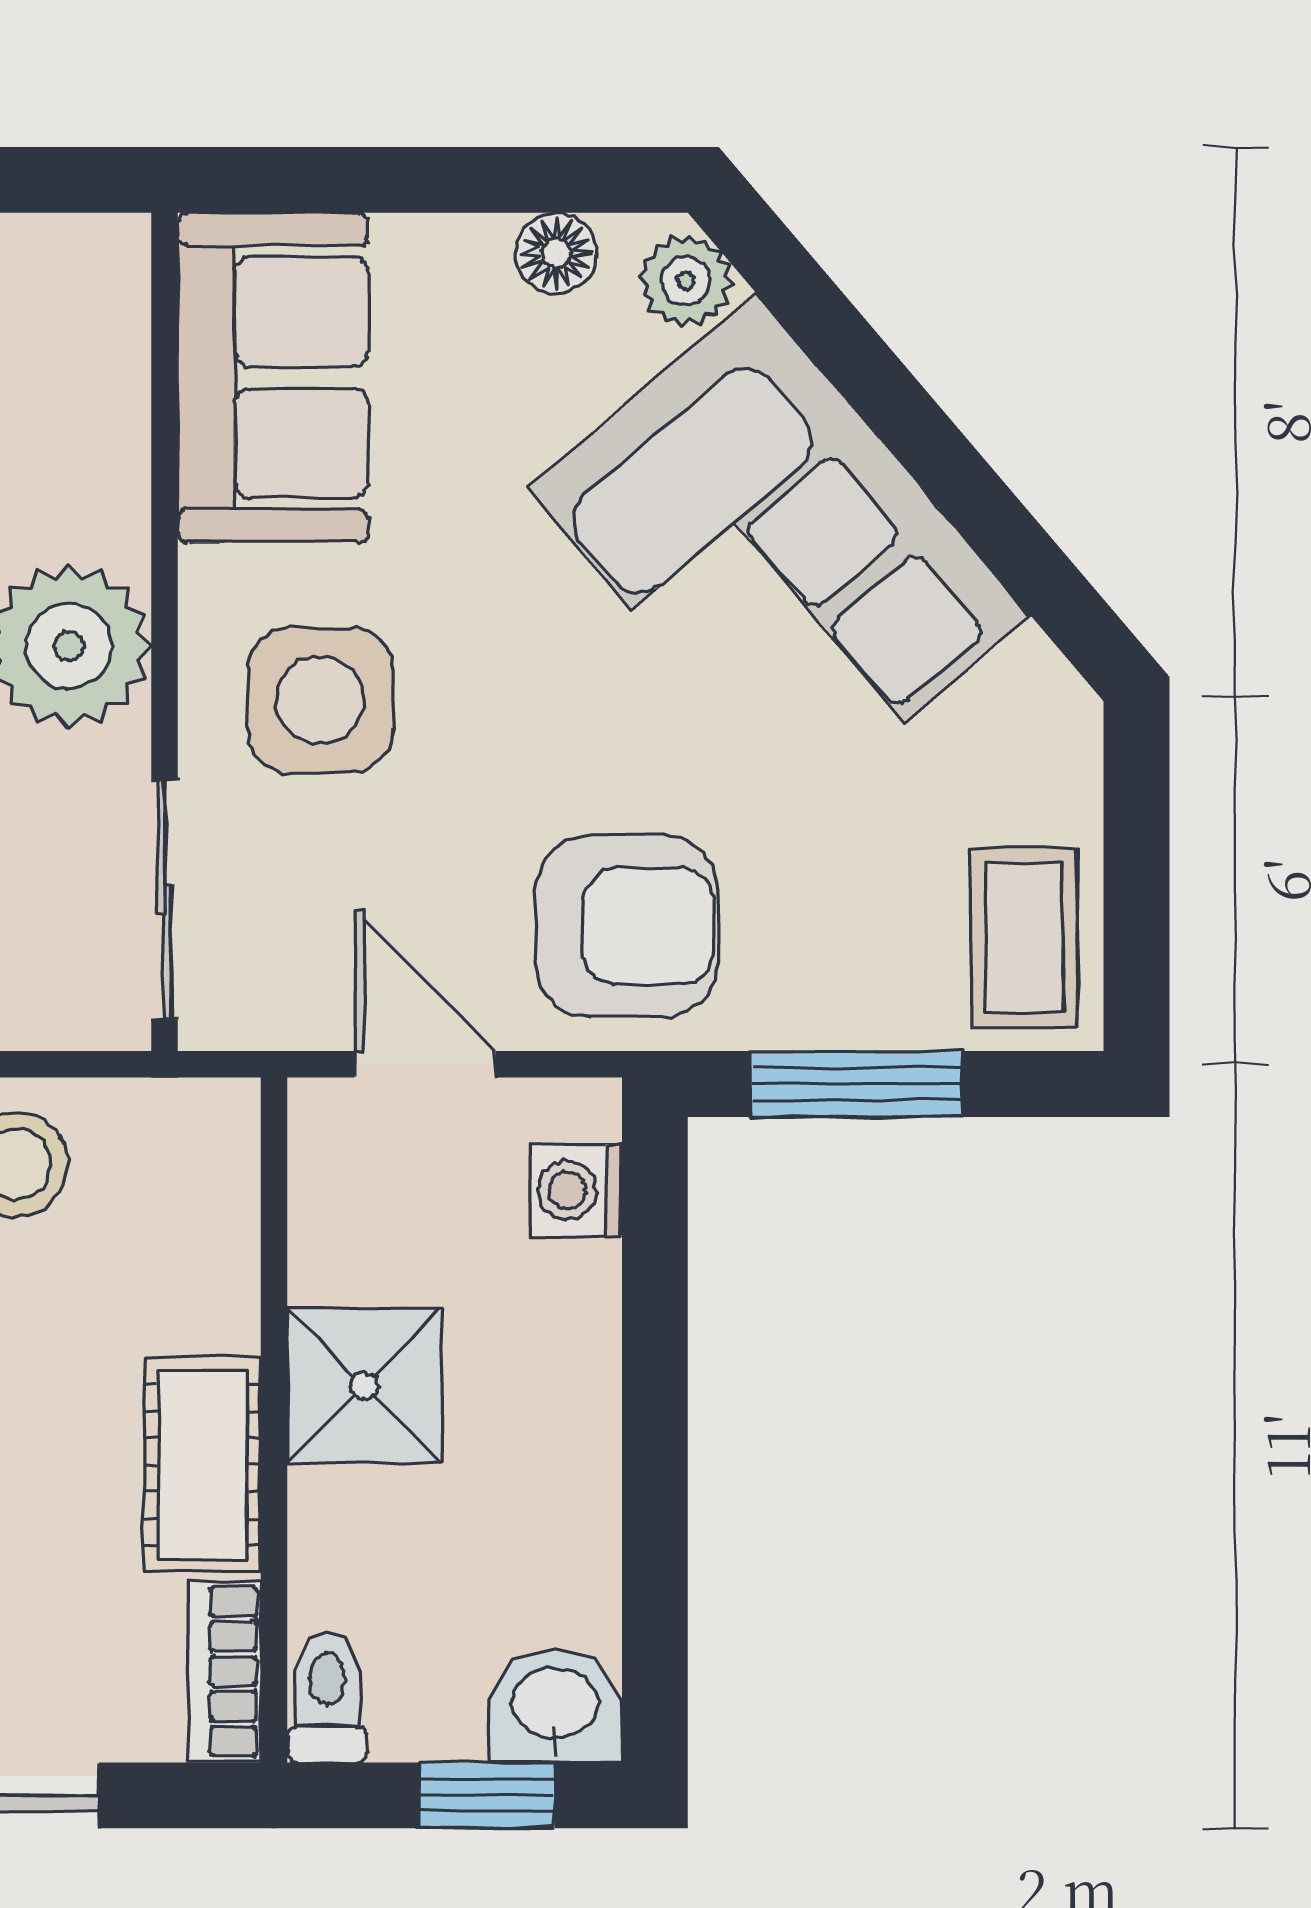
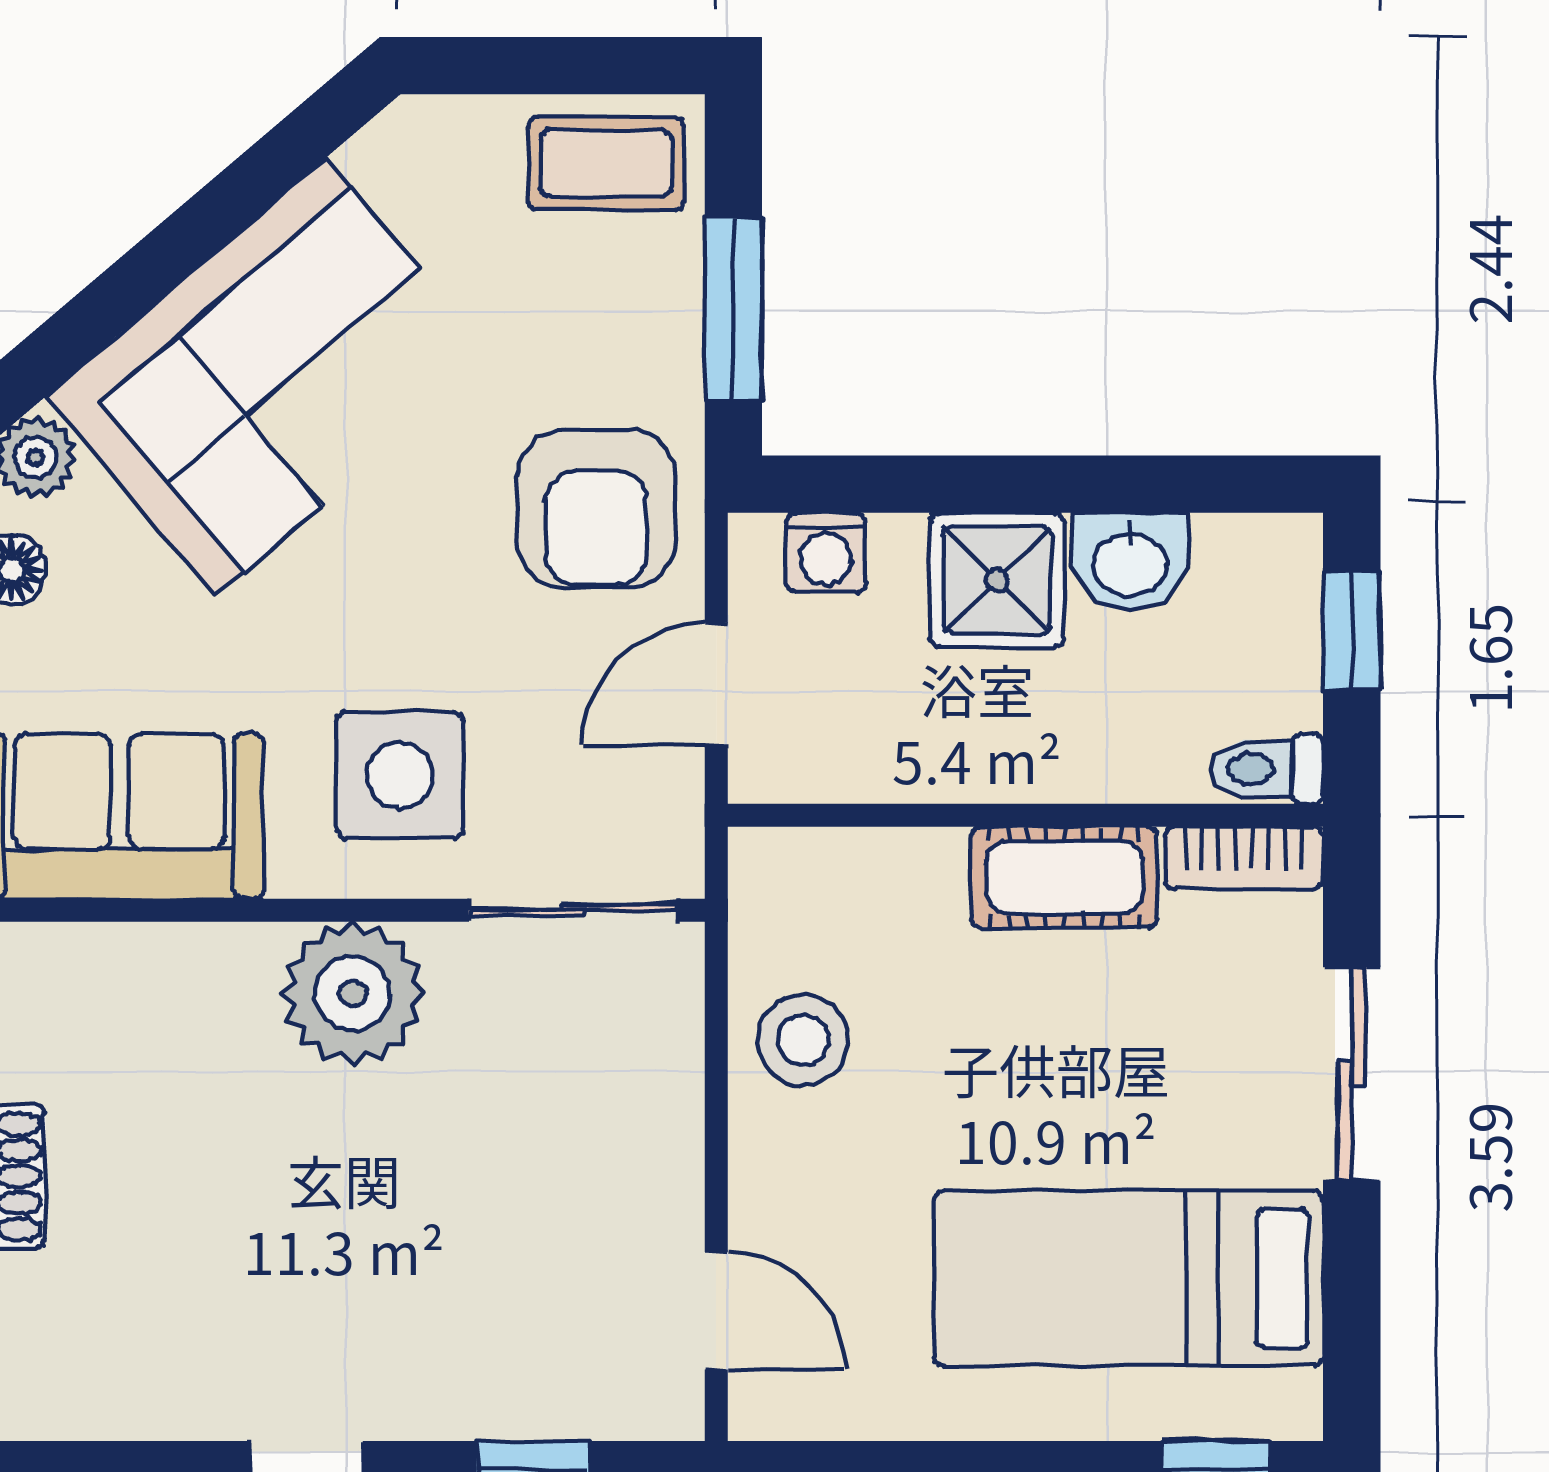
armchair: (626, 926) -> (596, 509), turned 180
shower: (364, 1385) -> (997, 580), moved
washbasin: (555, 1706) -> (1130, 562), moved, turned -90

